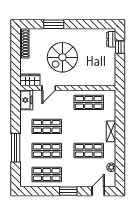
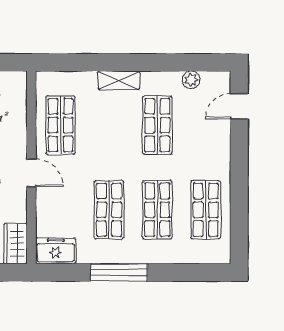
door: (49, 88) -> (31, 173), moved
window: (16, 148) -> (119, 272), moved
window: (68, 191) -> (239, 166), removed
door: (98, 191) -> (239, 106), hinge flipped

